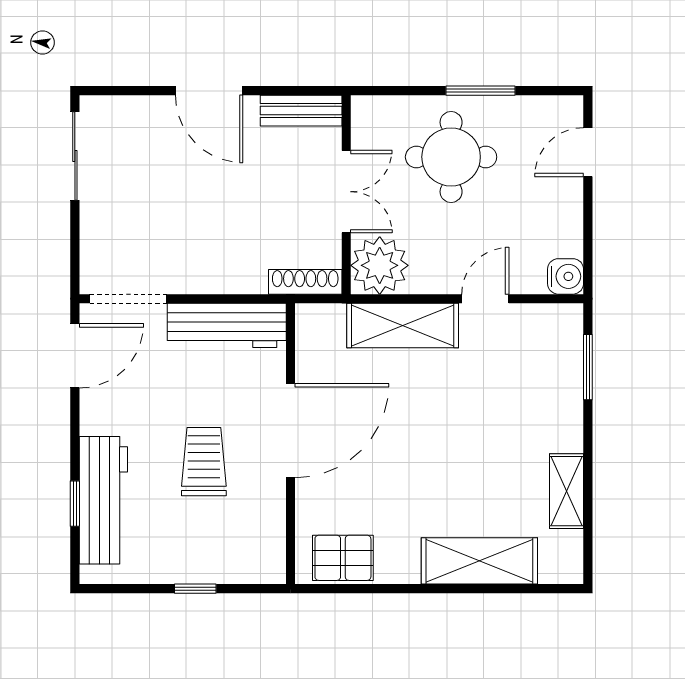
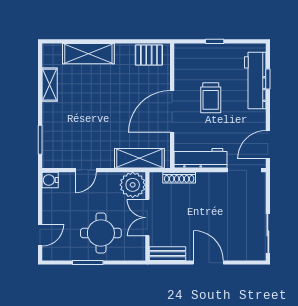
shoe rack: (305, 282) -> (179, 178), moved
shelving: (403, 325) -> (139, 158), moved

